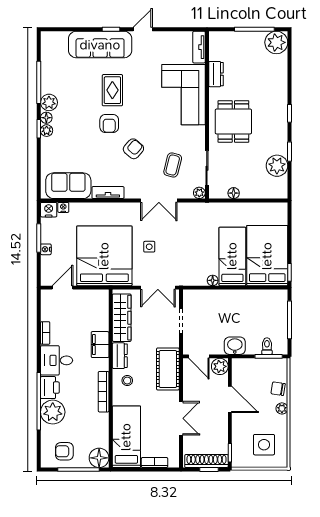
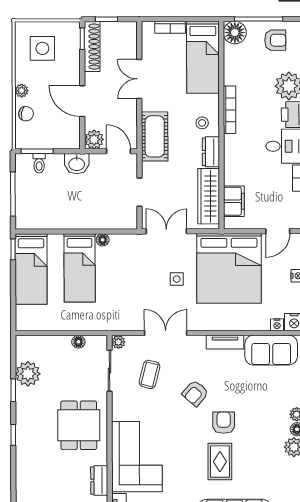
bed: (267, 256) -> (31, 269), width x0.67
filing cabinet: (100, 345) -> (234, 201), moved
shoe rack: (206, 461) -> (92, 47), moved, turned -90

